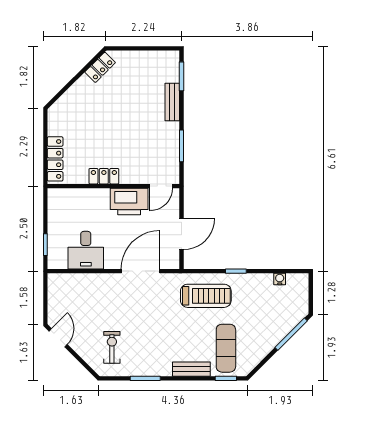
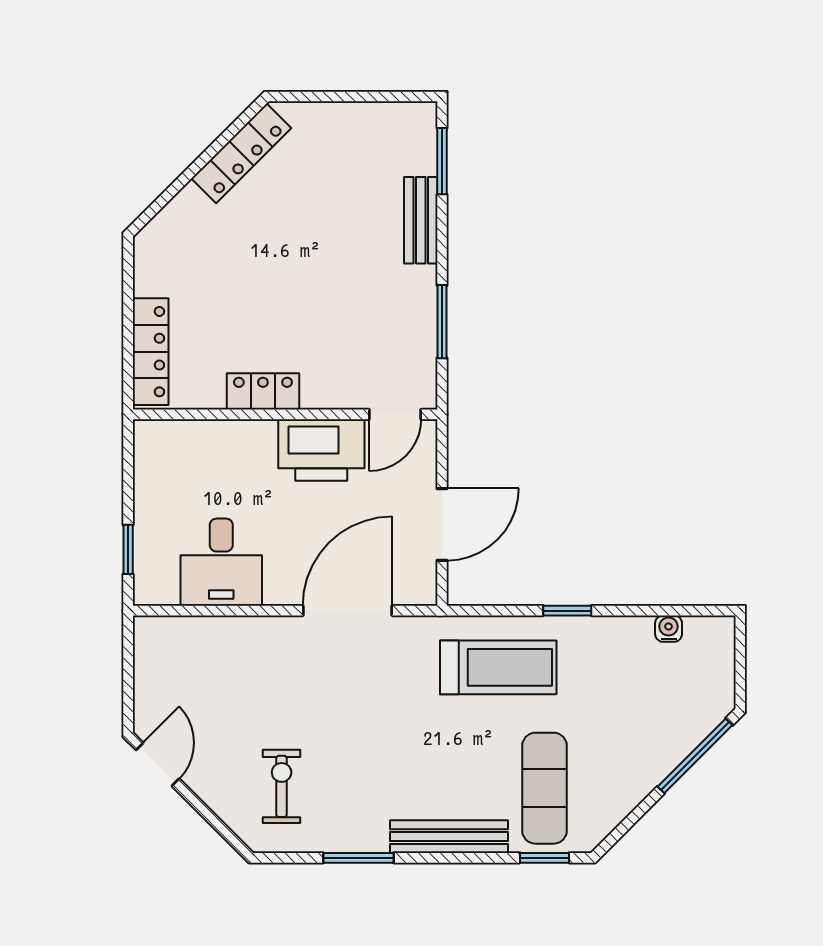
locker: (100, 67) -> (241, 153), width x1.53
bench: (191, 369) -> (449, 837), width x1.36

